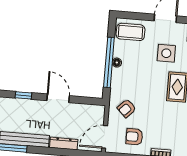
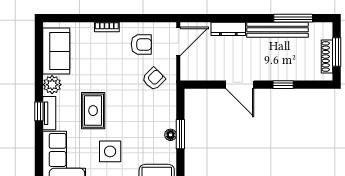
window: (109, 62) -> (180, 134), width x0.47

